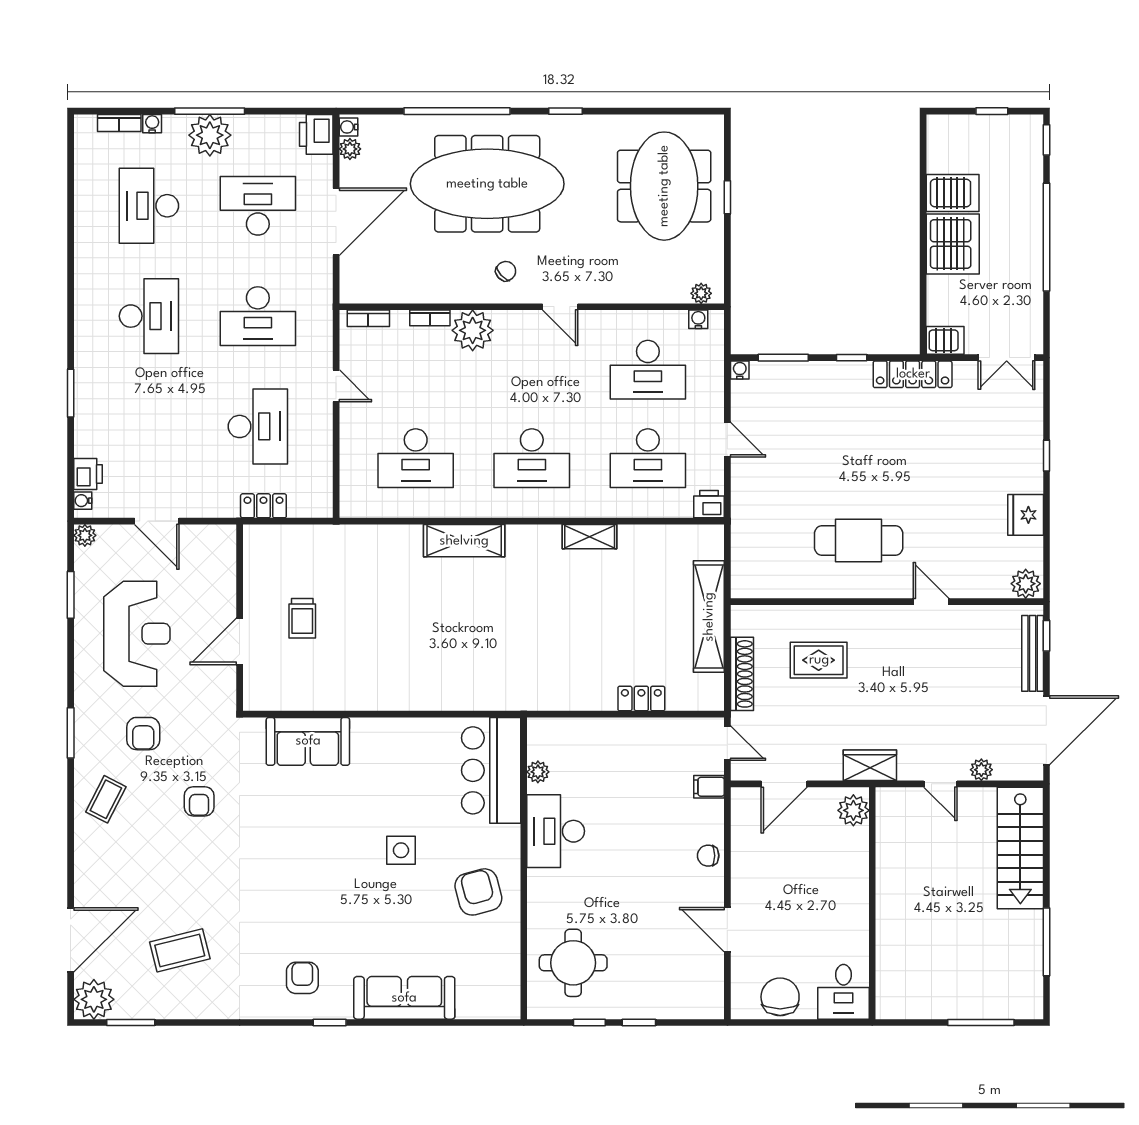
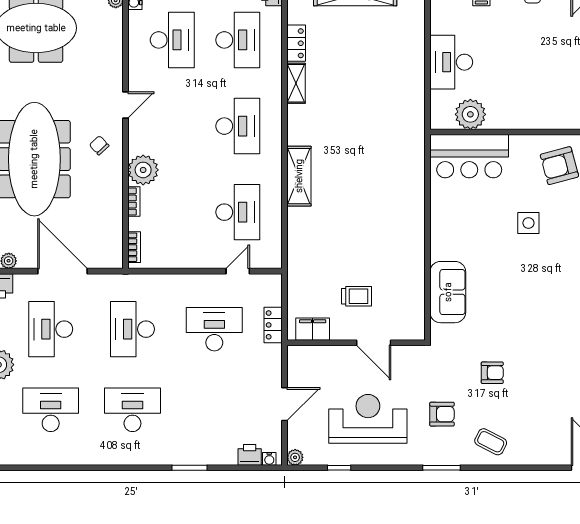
desk: (149, 206) -> (51, 410), turned 180
desk: (258, 316) -> (132, 329), turned 180
door: (336, 386) -> (238, 271), moved
filing cabinet: (258, 559) -> (313, 329), added
window: (71, 595) -> (339, 468), width x0.67
locker: (641, 699) -> (296, 43), moved, turned 180
plant: (538, 772) -> (470, 114), width x1.88, depth x1.88
desk: (556, 831) -> (451, 62), moved, turned 90

